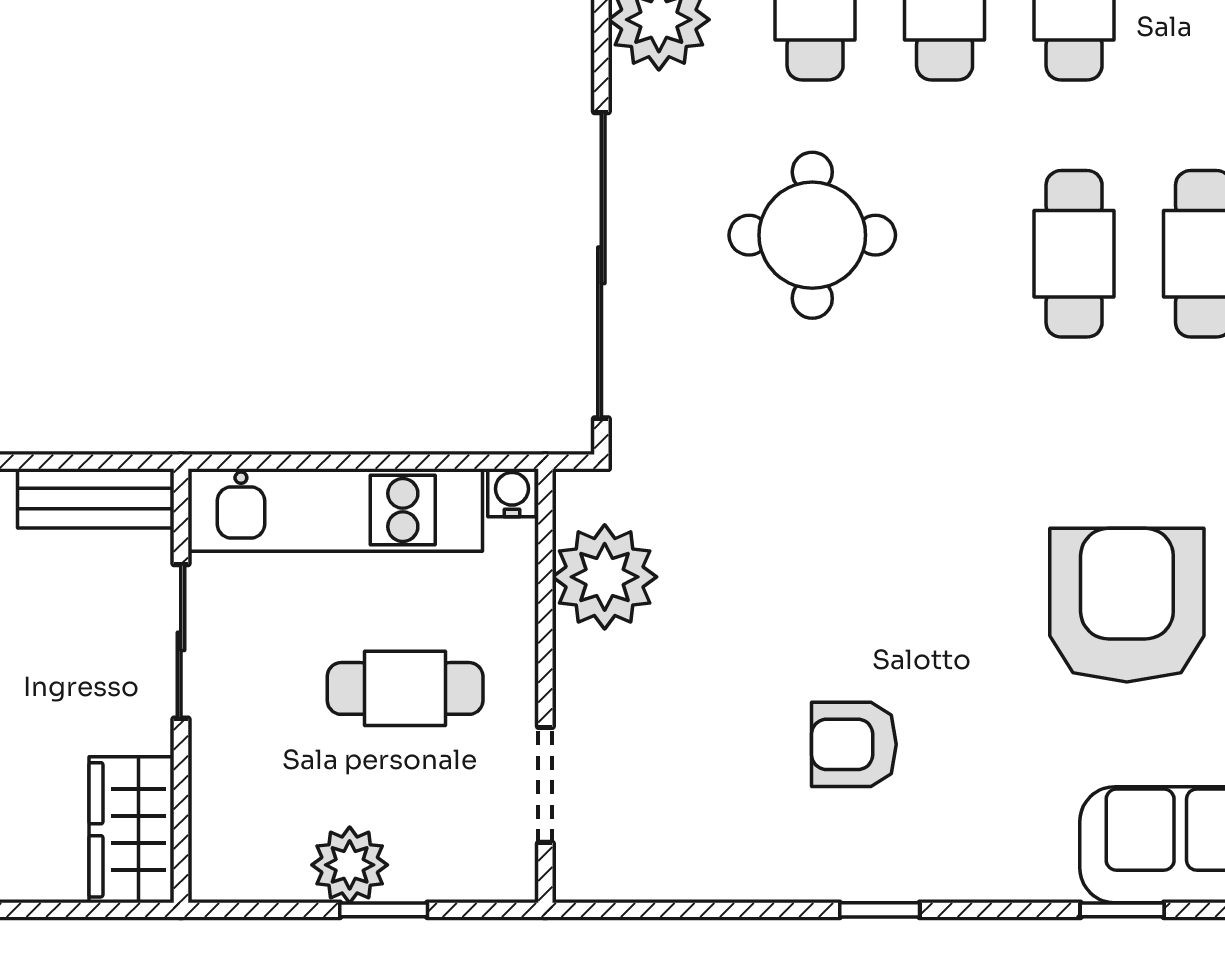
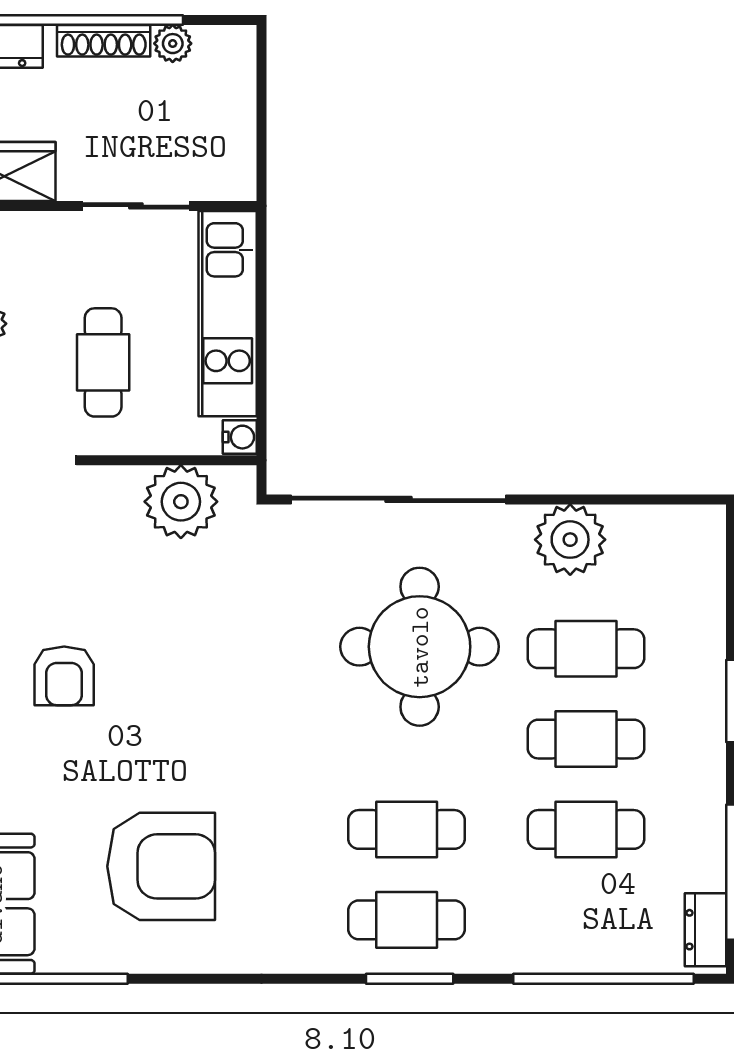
round table: (812, 235) -> (420, 647), width x1.36, depth x1.36
bench: (96, 498) -> (236, 146), removed
armchair: (854, 744) -> (64, 676), turned 180

